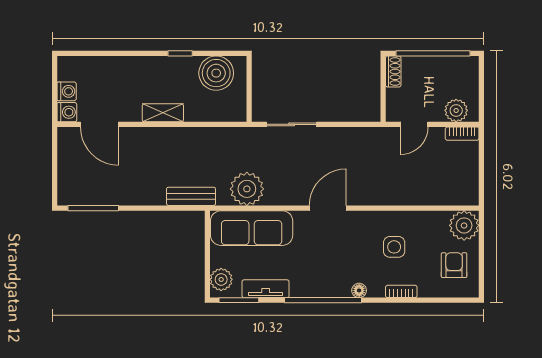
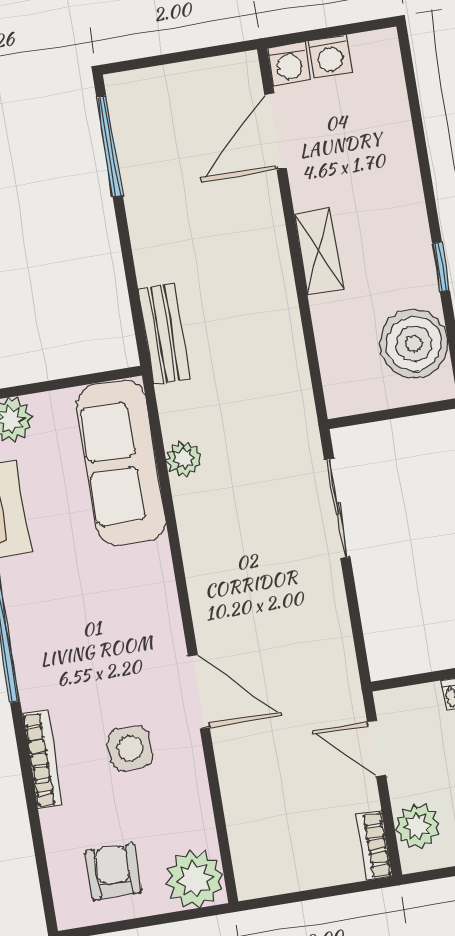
plant: (247, 189) -> (184, 459), width x0.53, depth x0.53
door: (328, 208) -> (199, 692), moved
armchair: (454, 265) -> (113, 872), turned -90
floor lamp: (359, 290) -> (33, 694), removed
bookcase: (401, 291) -> (42, 759), width x1.56

